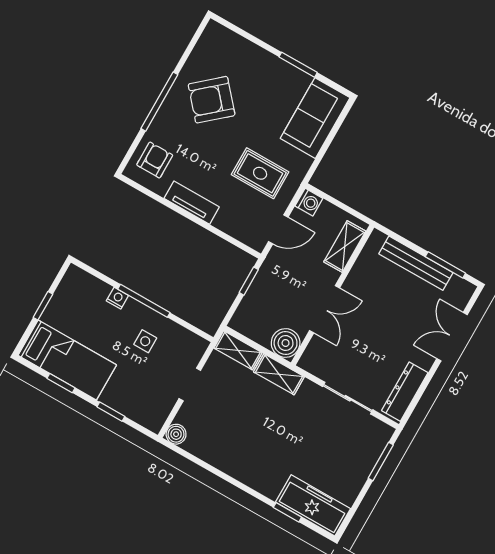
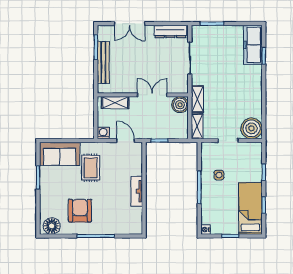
floor lamp: (213, 44) -> (52, 226), added
armchair: (212, 100) -> (80, 211), turned -139
armchair: (155, 160) -> (126, 222), removed
rug: (260, 173) -> (91, 168), moved
nightstand: (117, 298) -> (205, 230), moved
boiler: (176, 434) -> (252, 128), width x1.86, depth x1.86

